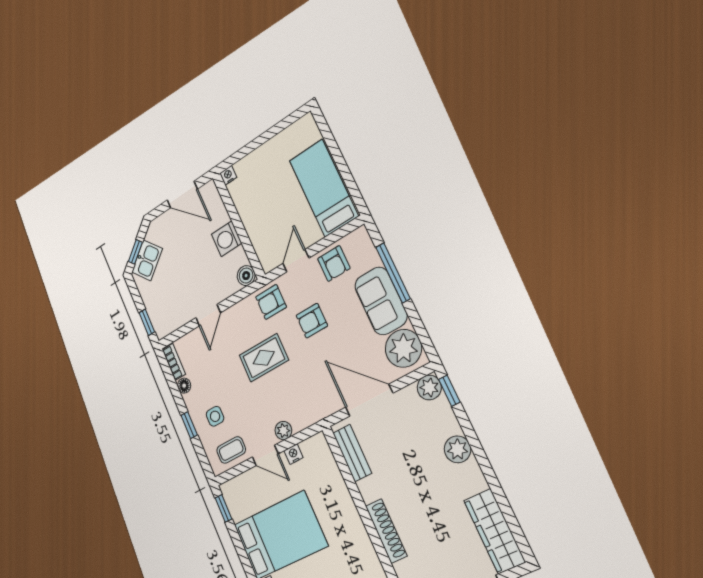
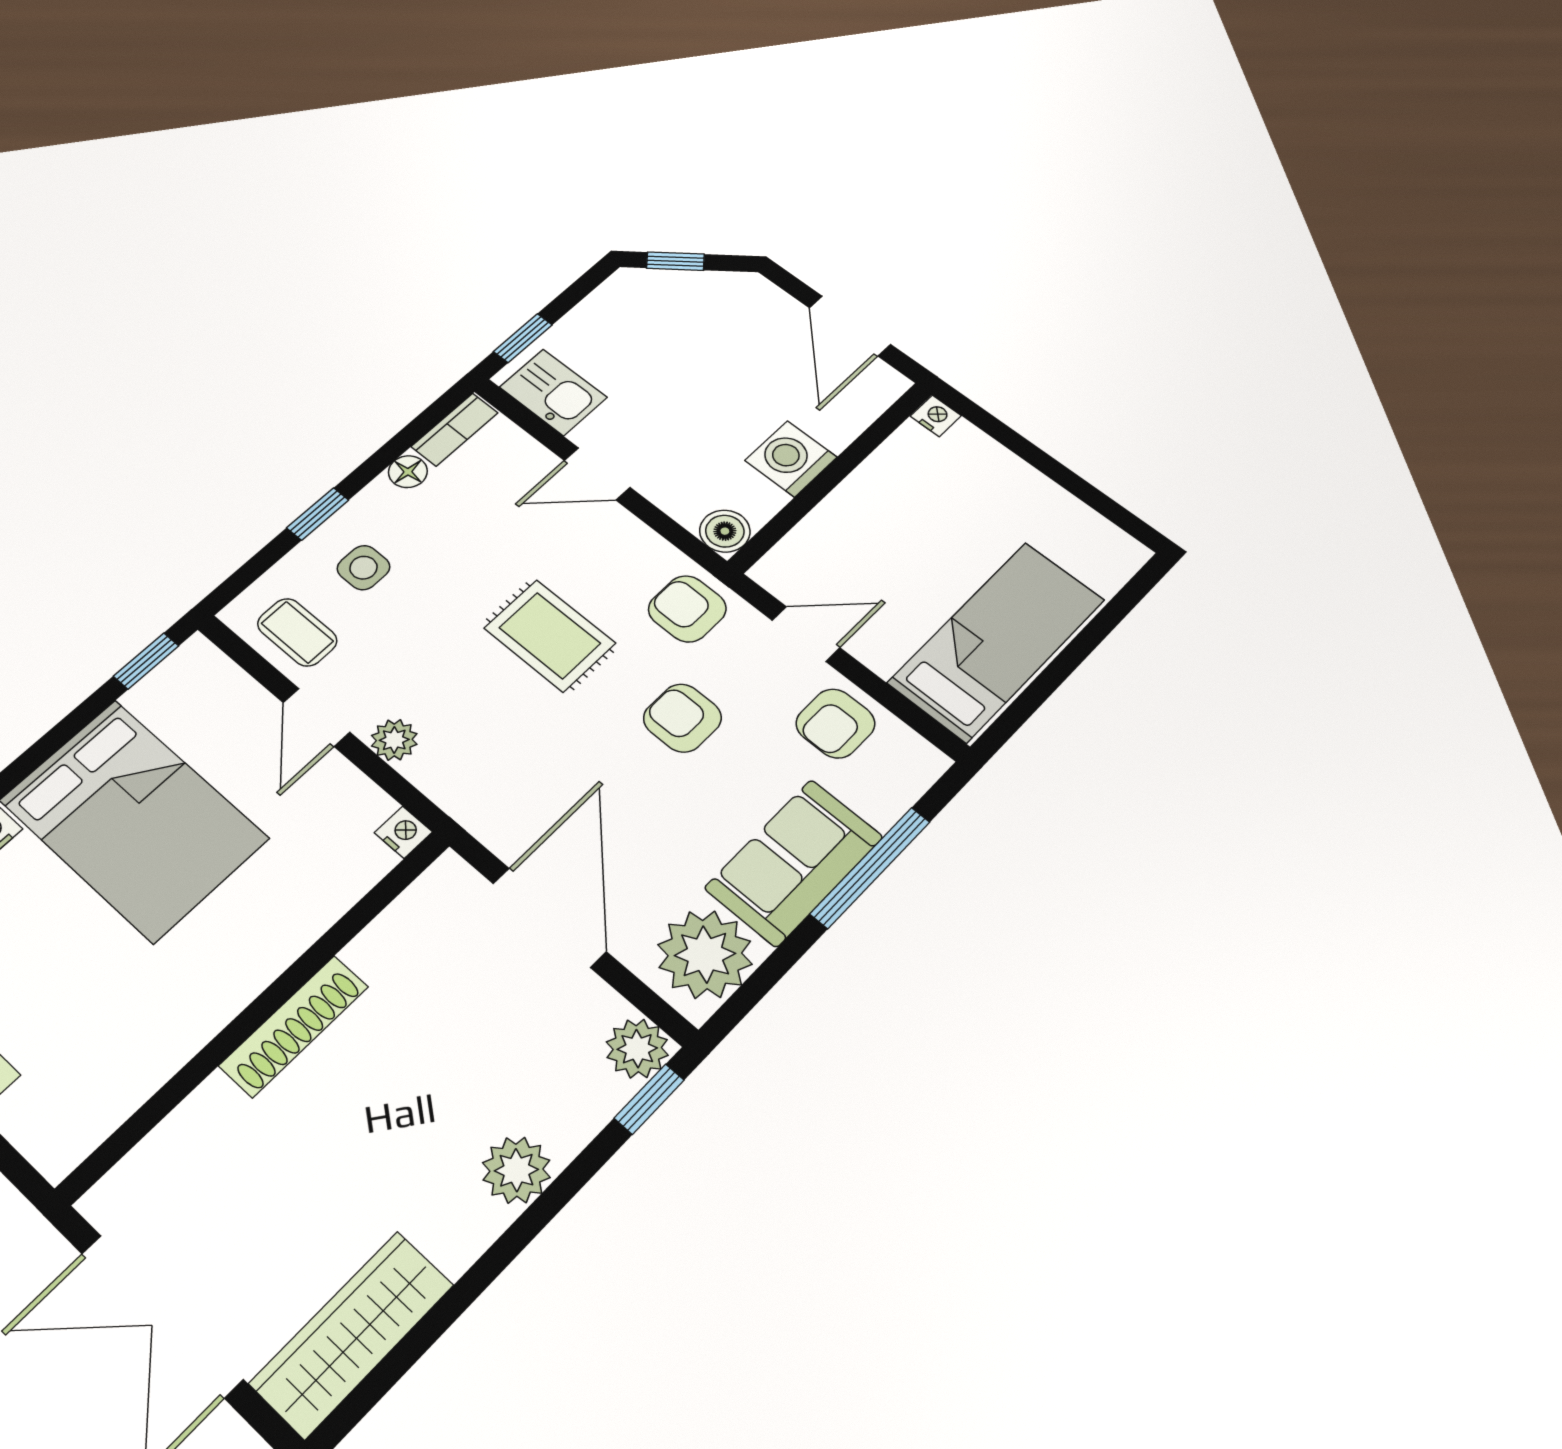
kitchen sink: (147, 260) -> (553, 392), moved, turned -140
bench: (352, 453) -> (406, 922), removed
nightstand: (294, 454) -> (403, 832), moved
shoe rack: (386, 531) -> (294, 1026), moved

